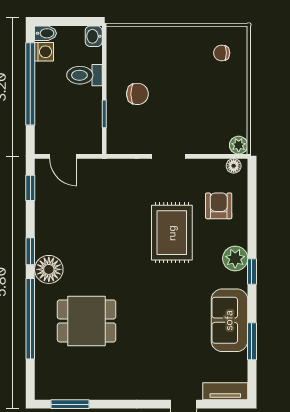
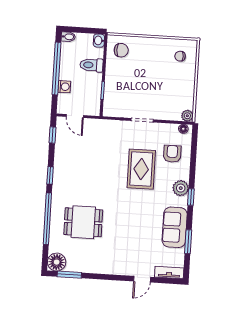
washing machine: (44, 52) -> (64, 87), moved
chair: (137, 94) -> (121, 50), moved
floor lamp: (49, 269) -> (57, 262), moved

